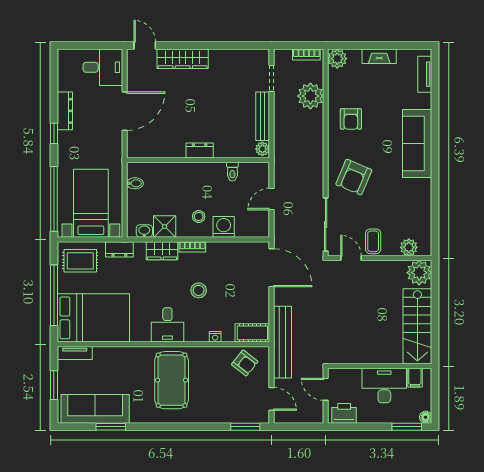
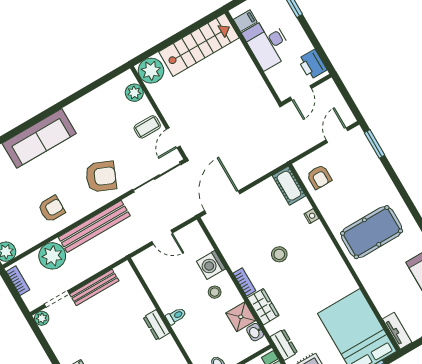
plant: (262, 149) -> (42, 318), moved
toilet: (232, 172) -> (176, 316), moved
desk: (167, 325) -> (325, 264), removed
bench: (283, 342) -> (94, 226), moved
armchair: (245, 363) -> (319, 177), turned 142

